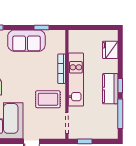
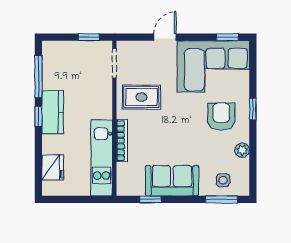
kitchen unit: (76, 80) -> (102, 158), moved

